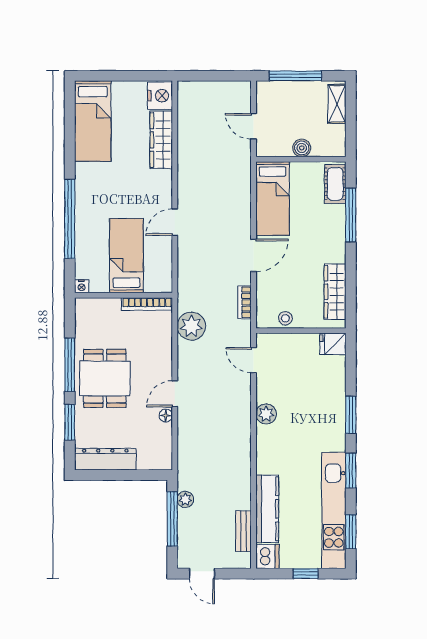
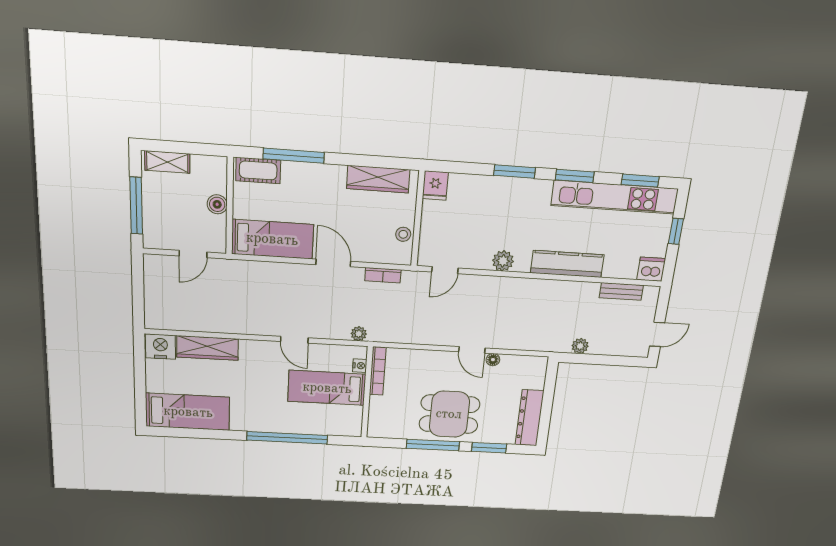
nightstand: (82, 286) -> (360, 366), moved
plant: (191, 326) -> (359, 334), moved, width x0.53, depth x0.53
kitchen counter: (267, 509) -> (567, 264), moved
window: (172, 519) -> (598, 359), removed

